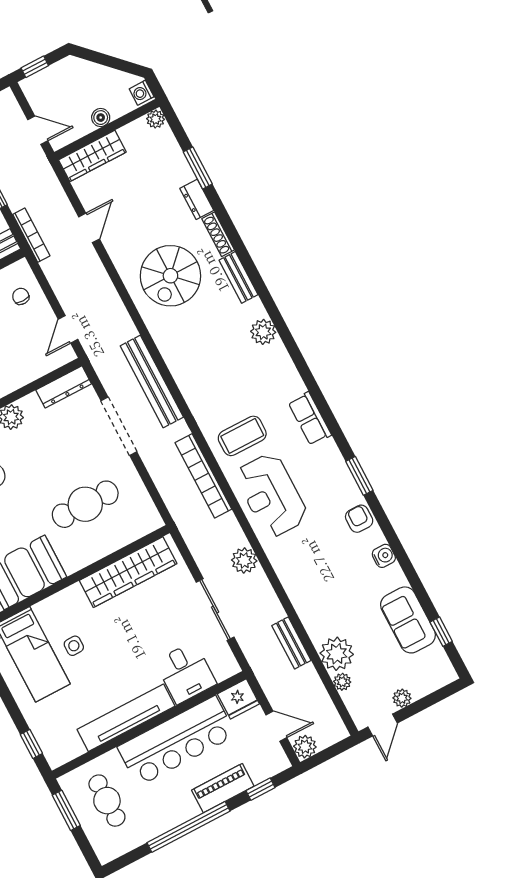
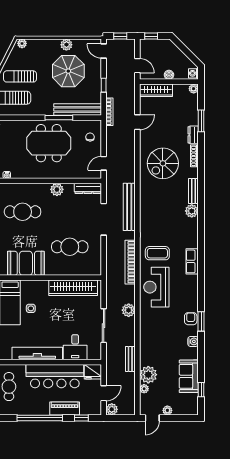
bench: (239, 277) -> (193, 191), moved
window: (359, 476) -> (201, 321), moved
door: (276, 726) -> (104, 393), hinge flipped

